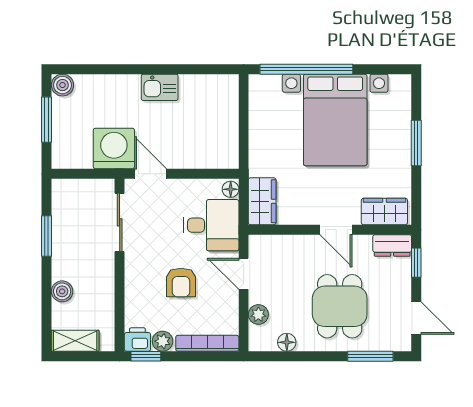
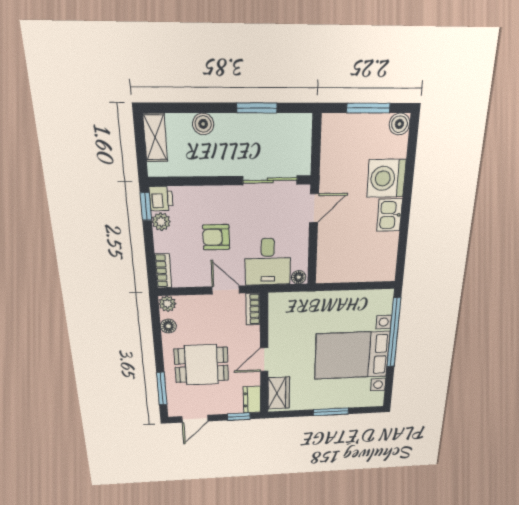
washing machine: (114, 148) -> (386, 178), moved, turned 180
wardrobe: (262, 201) -> (288, 303), removed
bookcase: (269, 243) -> (253, 309), added
door: (244, 274) -> (226, 290), hinge flipped
plant: (258, 314) -> (167, 304), moved
bookcase: (207, 343) -> (163, 271), width x0.64

